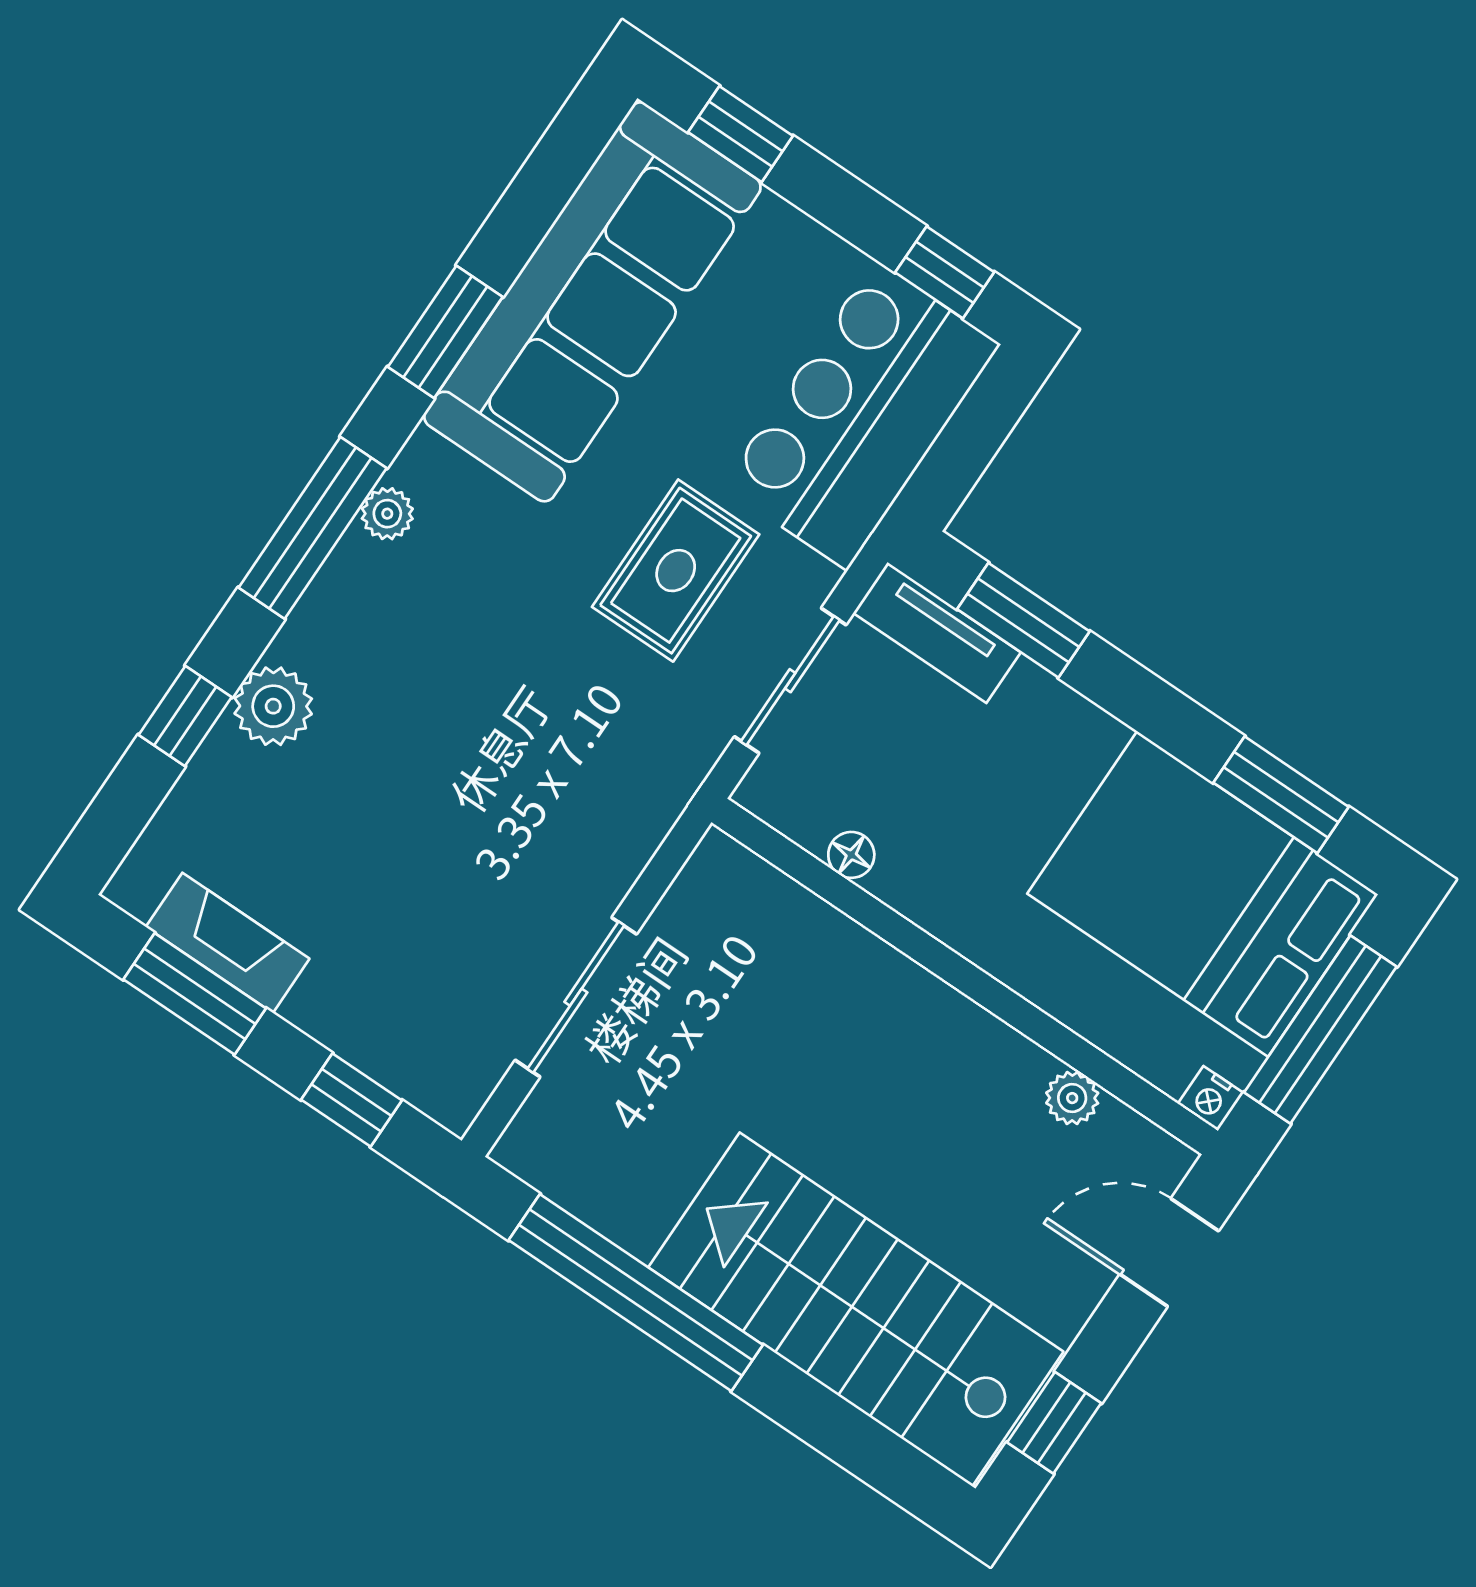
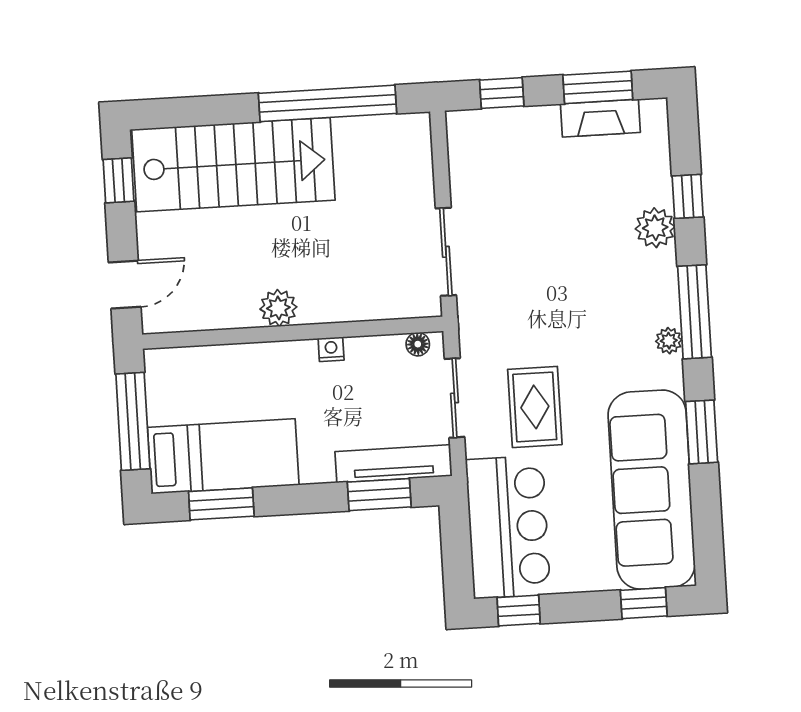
tv unit: (937, 633) -> (394, 464), width x1.41
floor lamp: (851, 855) -> (418, 344), moved
bed: (1203, 894) -> (223, 456), width x0.67
sliding door: (576, 997) -> (446, 252), moved
plant: (1072, 1098) -> (278, 308), moved, width x1.38, depth x1.38
nightstand: (1211, 1098) -> (331, 349), moved

